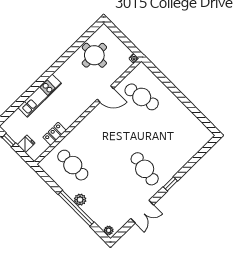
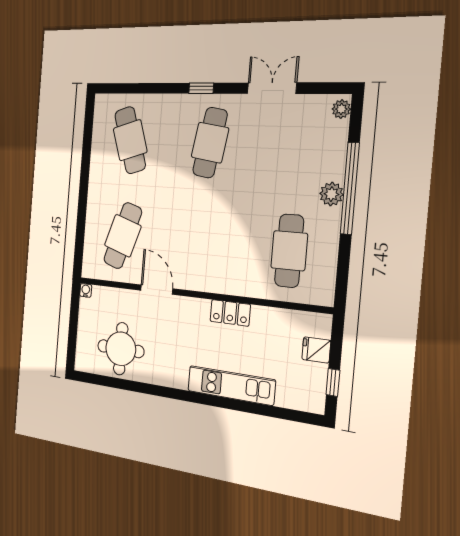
cafe table: (142, 97) -> (123, 236), turned 30
locker: (55, 134) -> (230, 313), moved
cafe table: (179, 135) -> (130, 140), added

